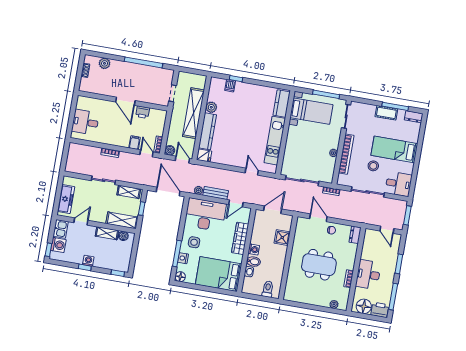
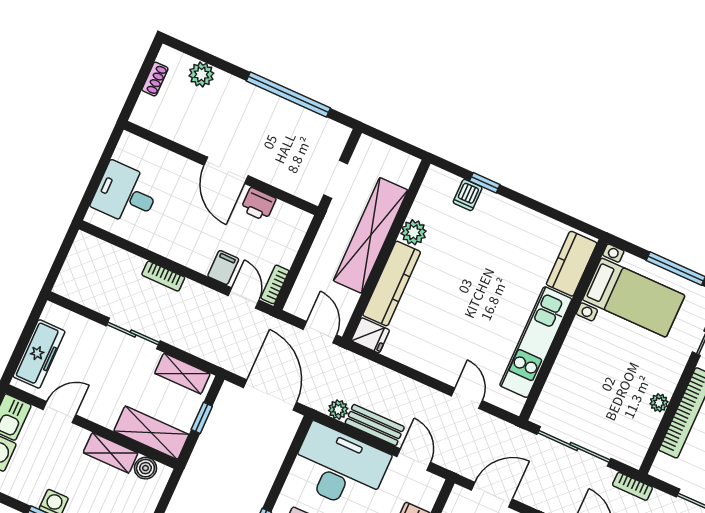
boiler: (170, 150) -> (297, 304), removed
door: (236, 203) -> (414, 460), swing flipped

